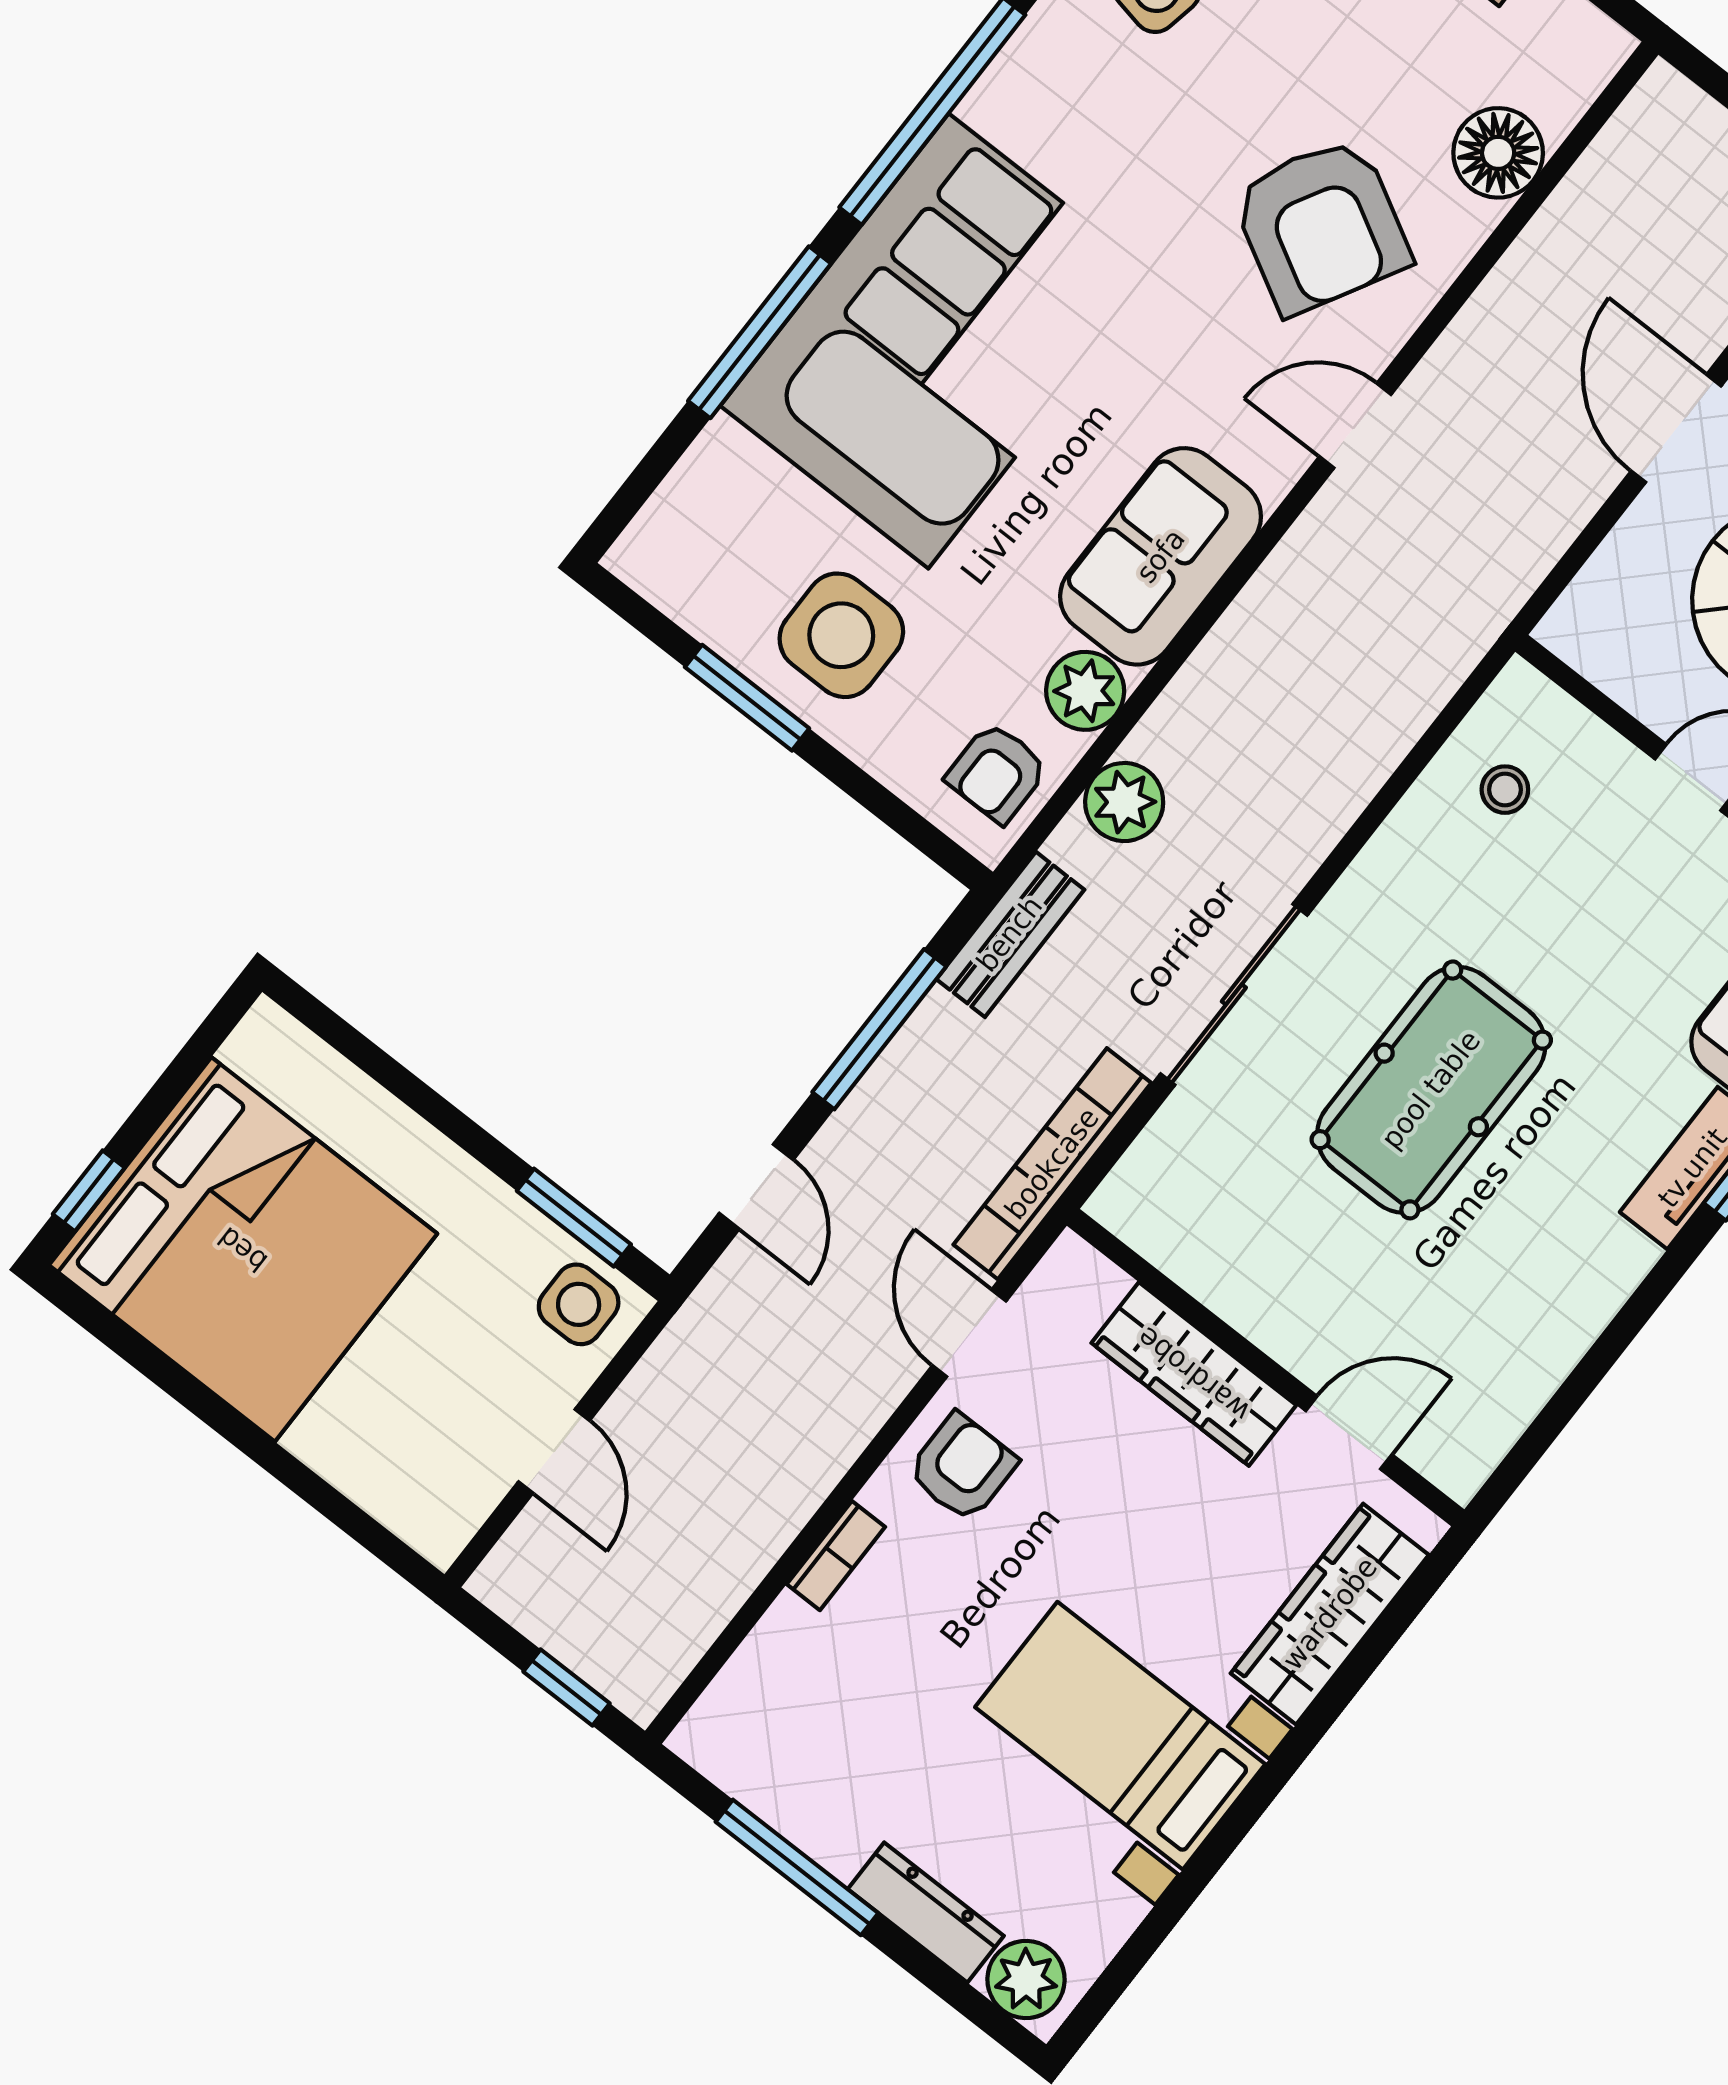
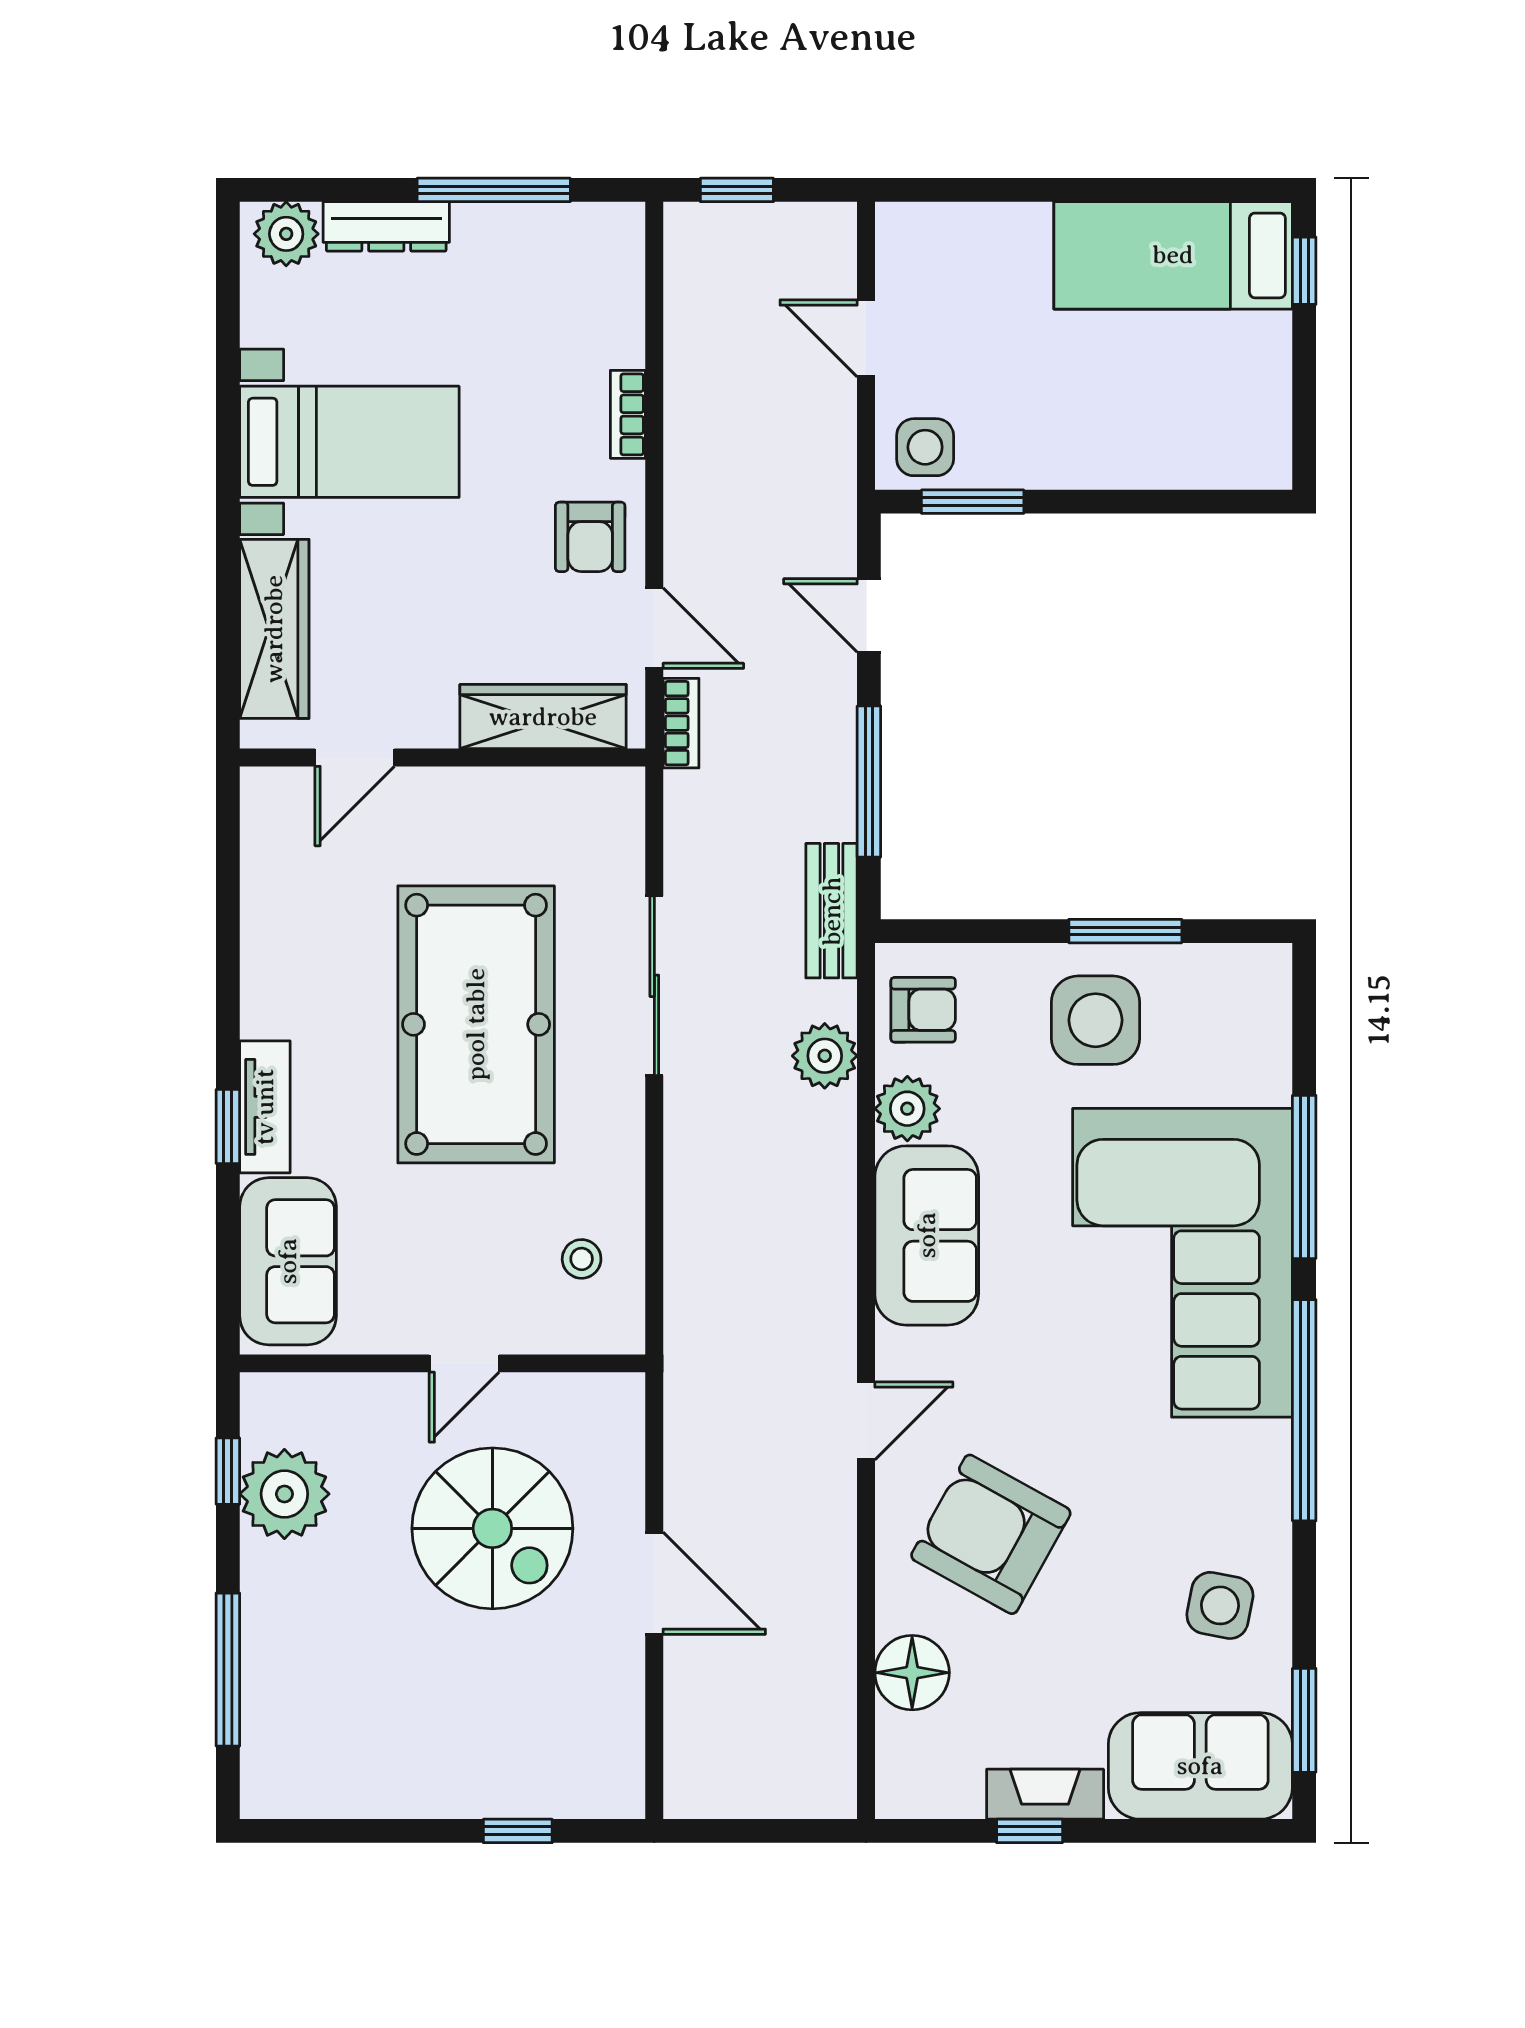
armchair: (997, 773) -> (923, 1010), turned 90
pool table: (1431, 1090) -> (476, 1024), width x1.36, depth x1.32
bookcase: (1052, 1164) -> (681, 723), width x0.43, depth x0.76
bed: (243, 1249) -> (1173, 255), width x0.49
wardrobe: (1194, 1374) -> (543, 717), moved

